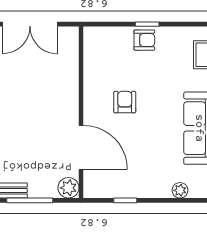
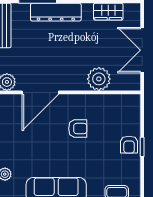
plant: (65, 77) -> (99, 79), added

